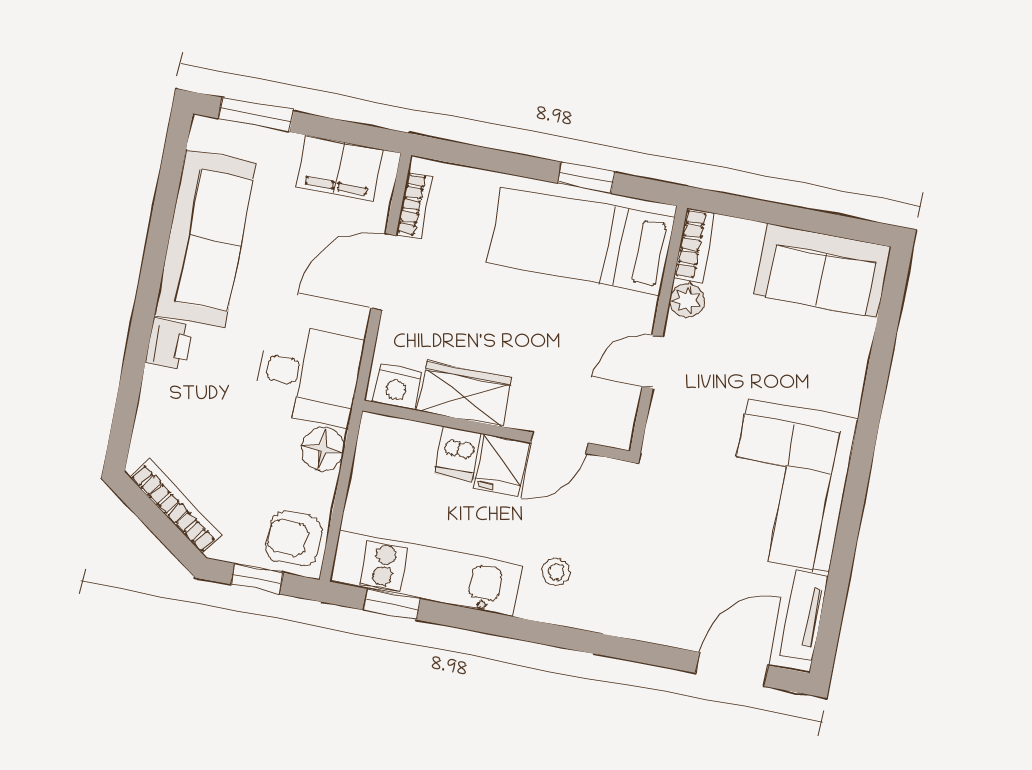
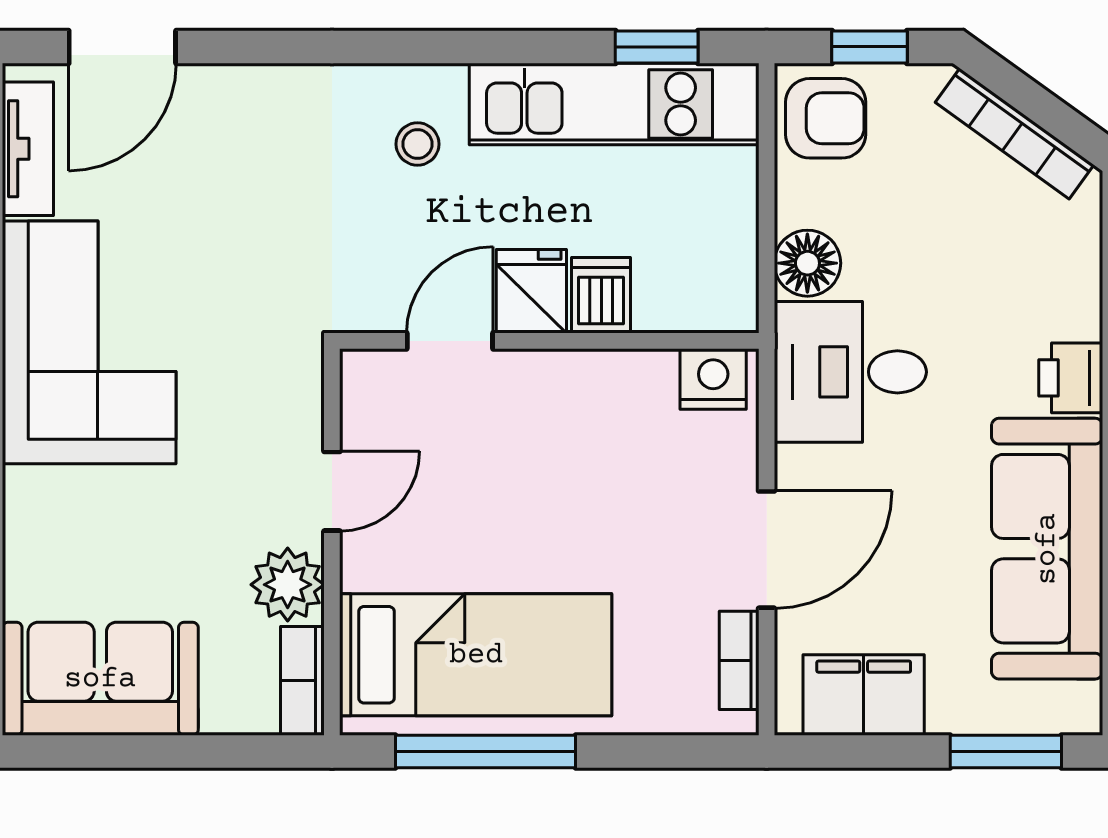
window: (586, 178) -> (486, 751), width x2.17
plant: (687, 300) -> (288, 585), width x1.38, depth x1.38
wardrobe: (464, 394) -> (608, 387), removed

